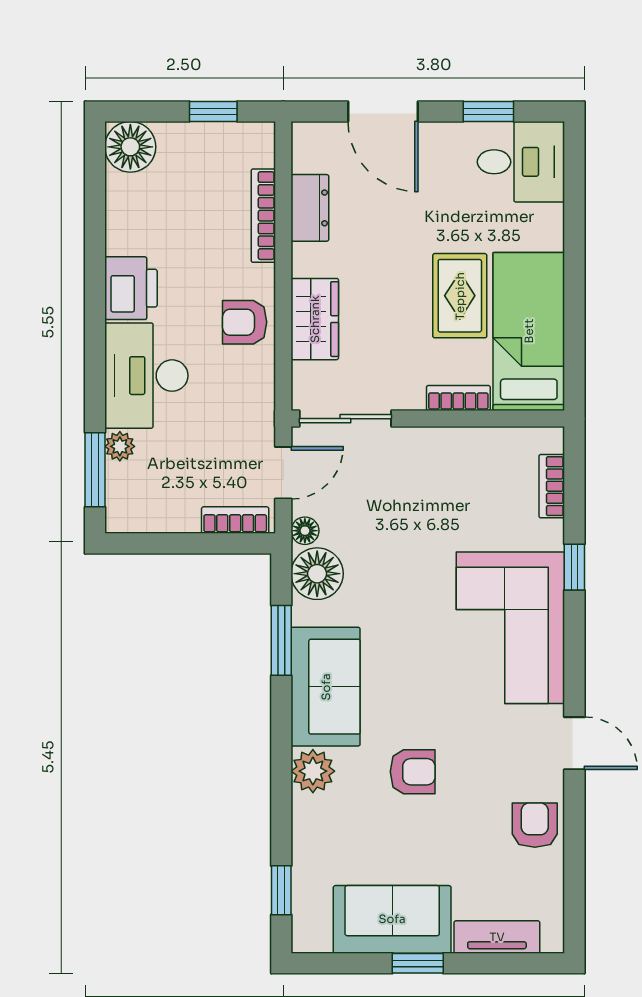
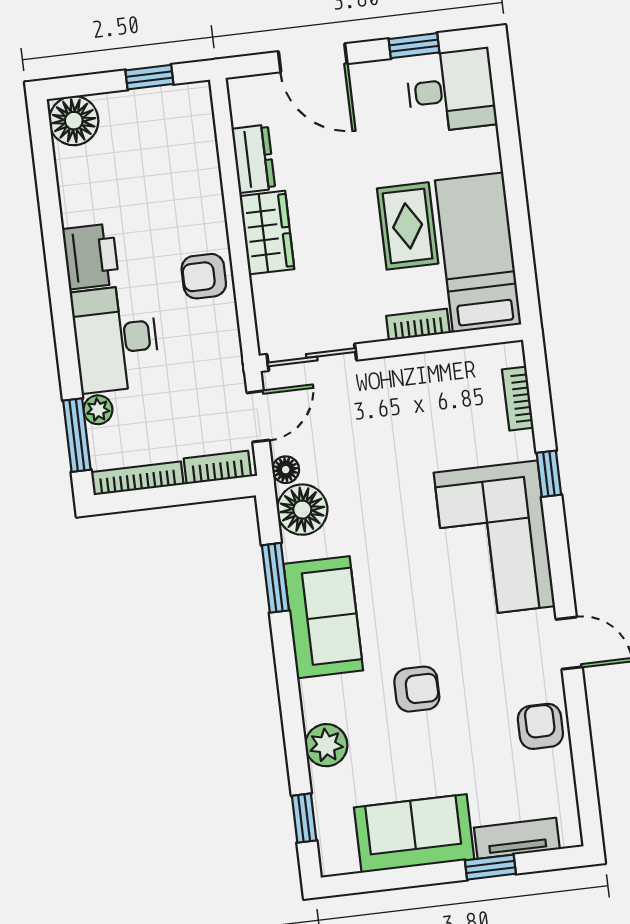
bookcase: (263, 216) -> (137, 478), moved, turned 90
wardrobe: (315, 319) -> (267, 233), moved
plant: (313, 771) -> (326, 745), moved
window: (418, 963) -> (490, 867), moved

